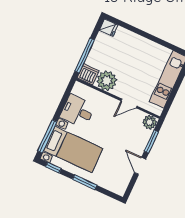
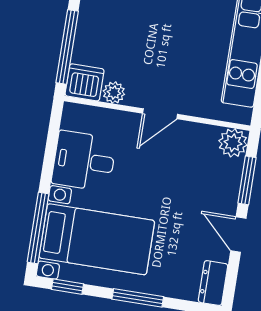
plant: (107, 81) -> (114, 93), width x0.53, depth x0.53
door: (129, 103) -> (160, 114), moved
dresser: (122, 185) -> (213, 283), added

